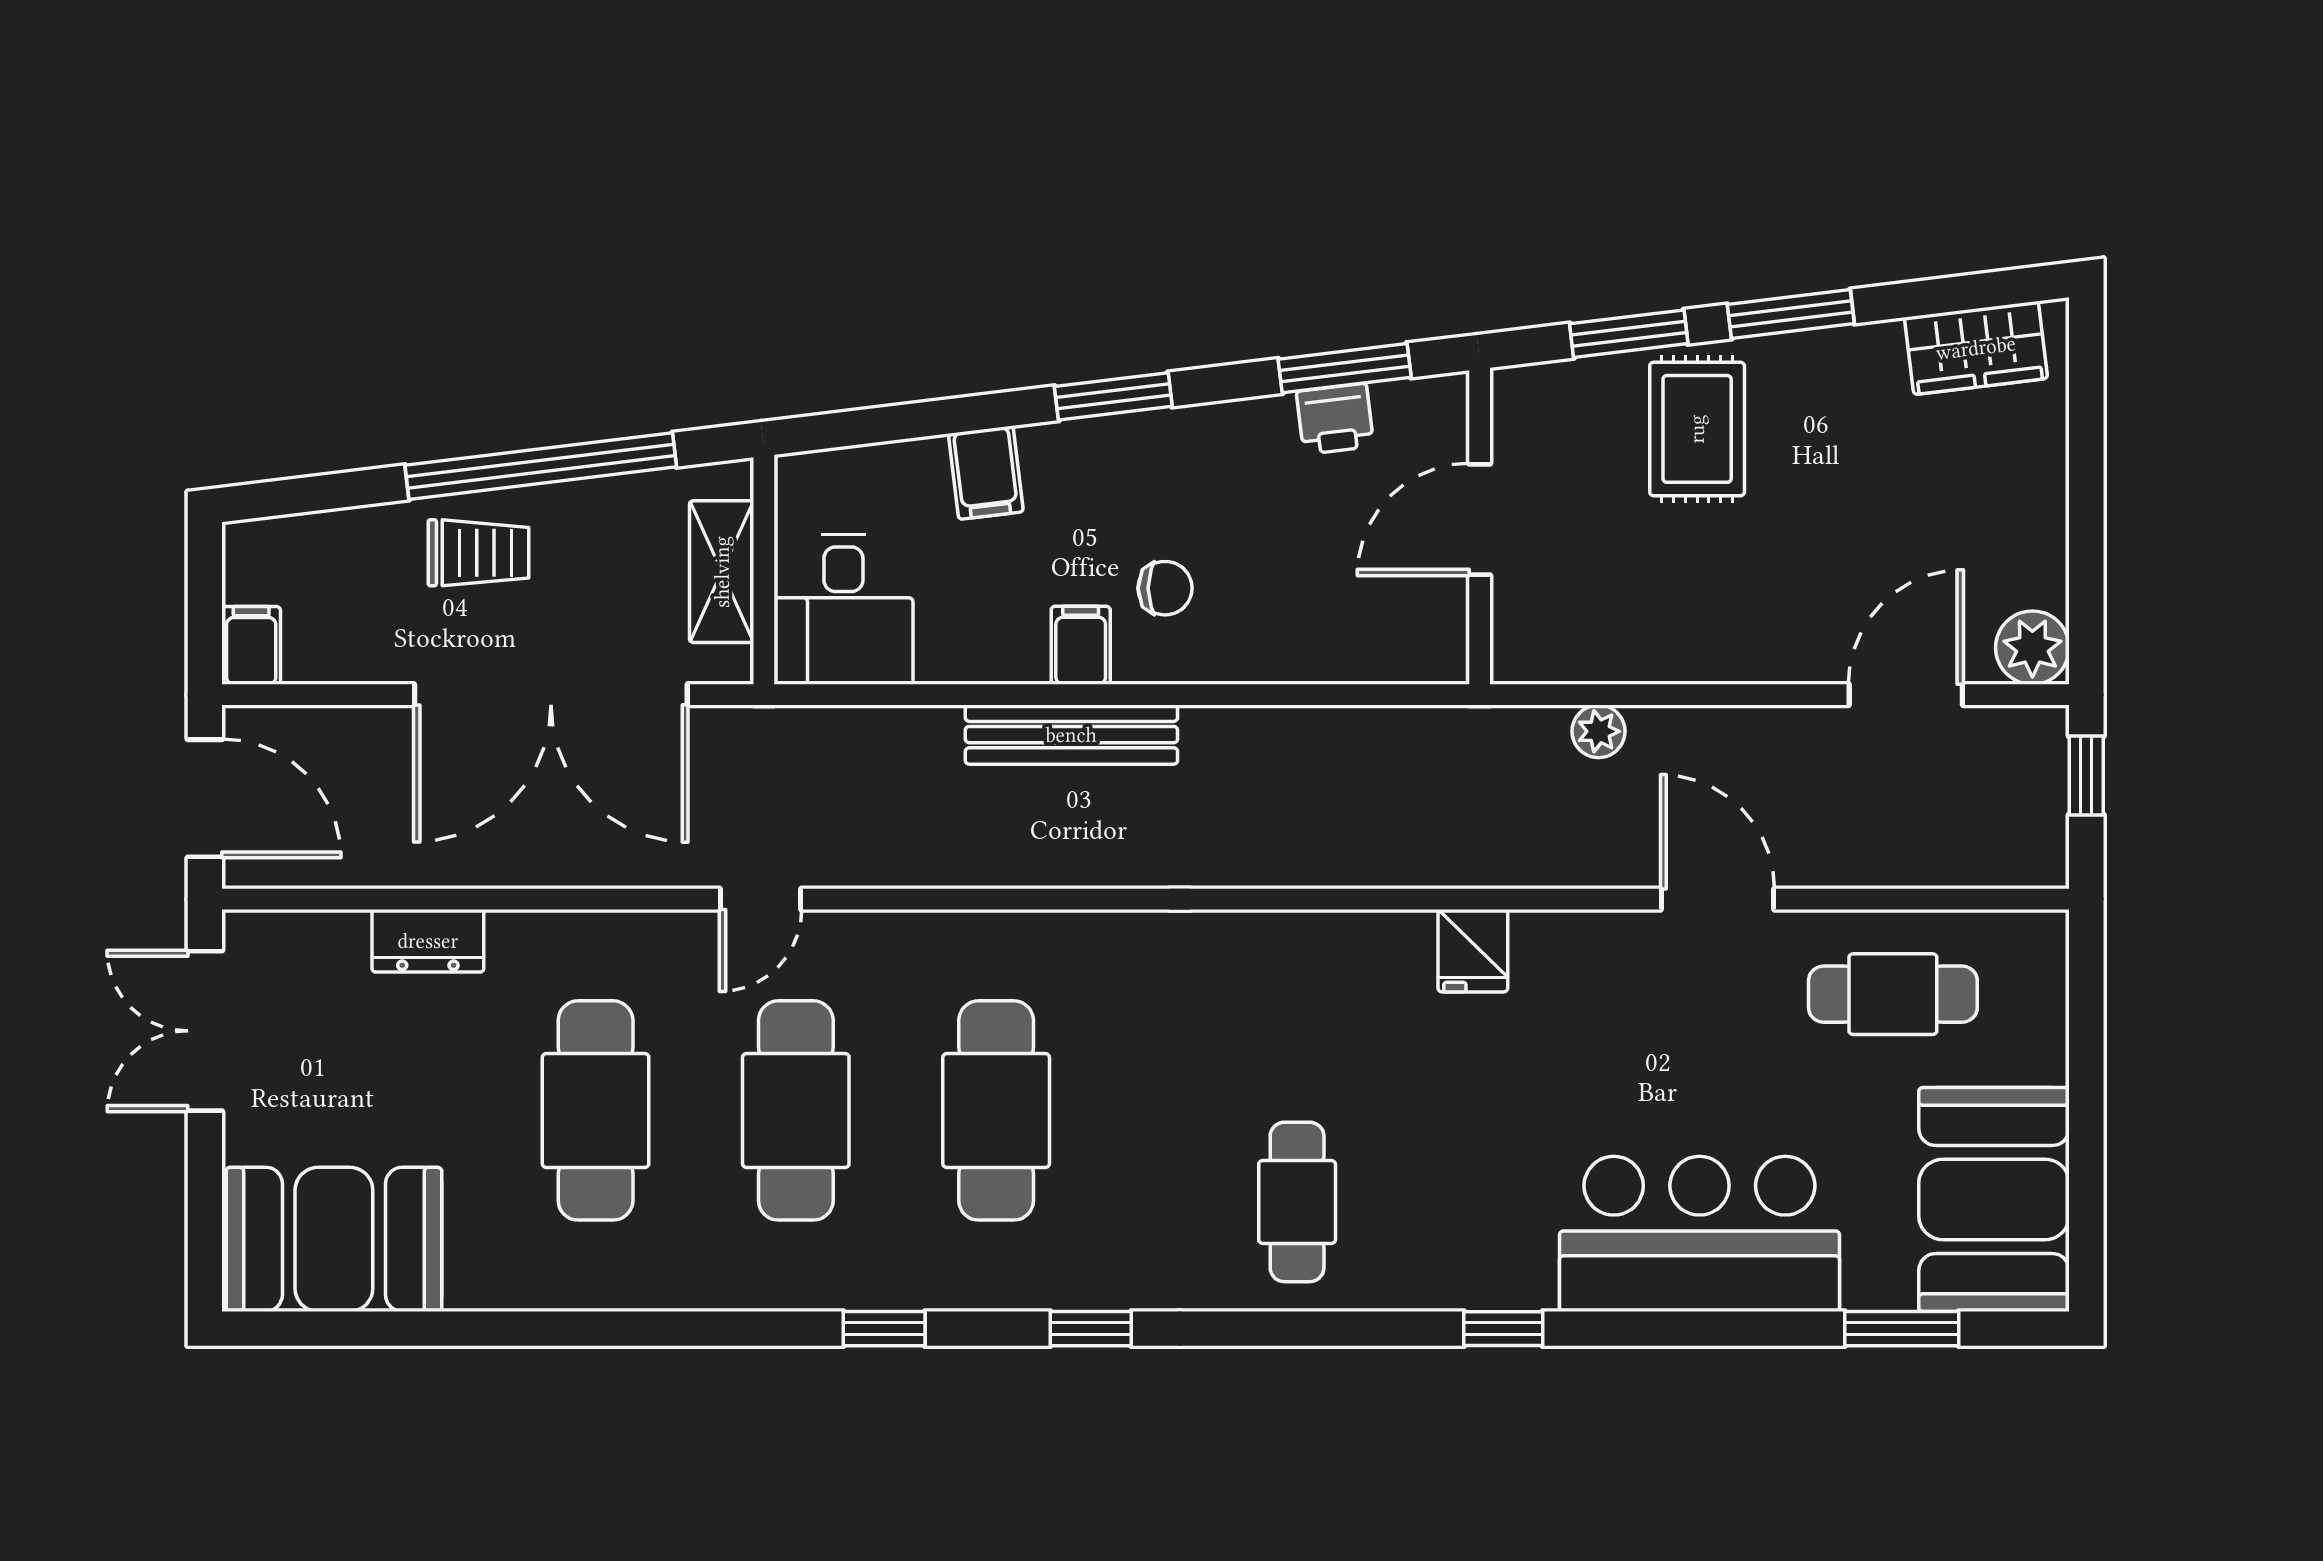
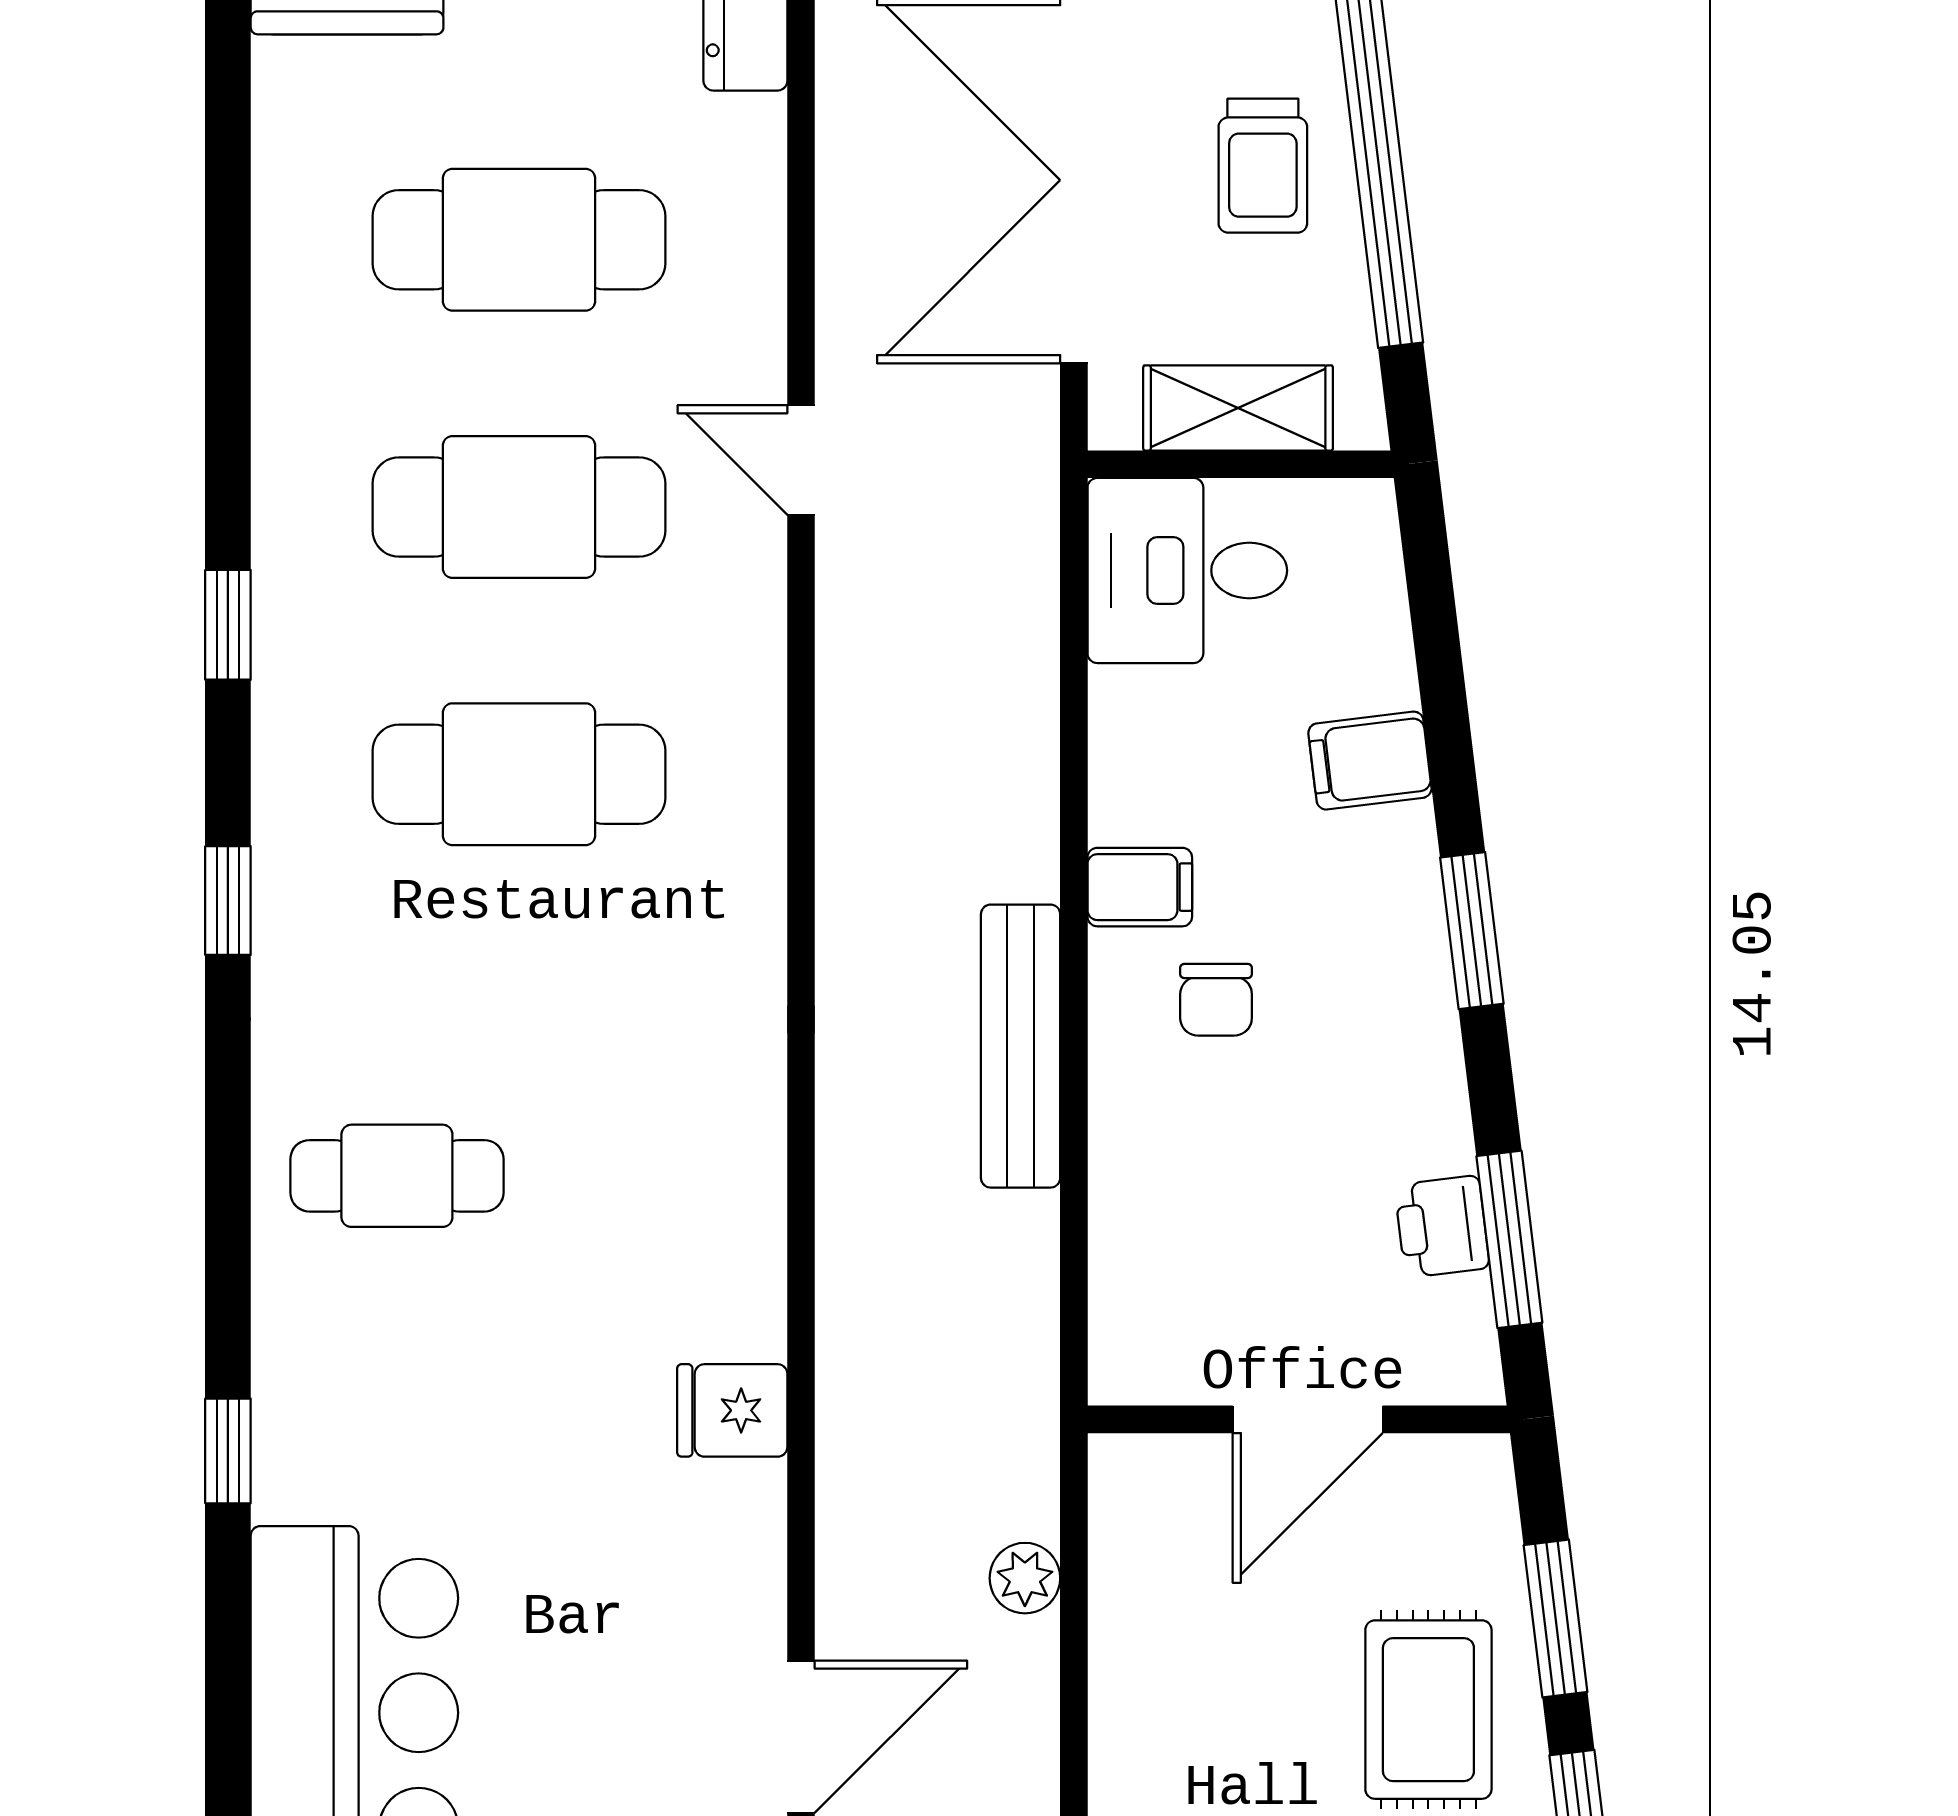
rug: (1697, 429) -> (1428, 1710), turned 90
door: (1480, 519) -> (1308, 1419), swing flipped
trolley: (478, 553) -> (1263, 166), moved
bench: (1071, 735) -> (1021, 1046), moved

